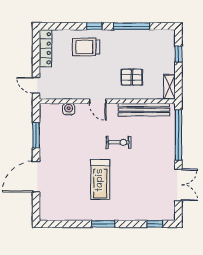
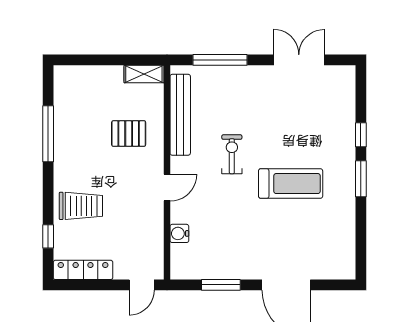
window: (94, 26) -> (48, 236), moved
trolley: (86, 47) -> (81, 206), turned -90
window: (178, 54) -> (92, 60), removed
pallet: (132, 77) -> (129, 134), turned 90
window: (178, 135) -> (220, 60), width x0.68
window: (155, 224) -> (361, 135), moved

